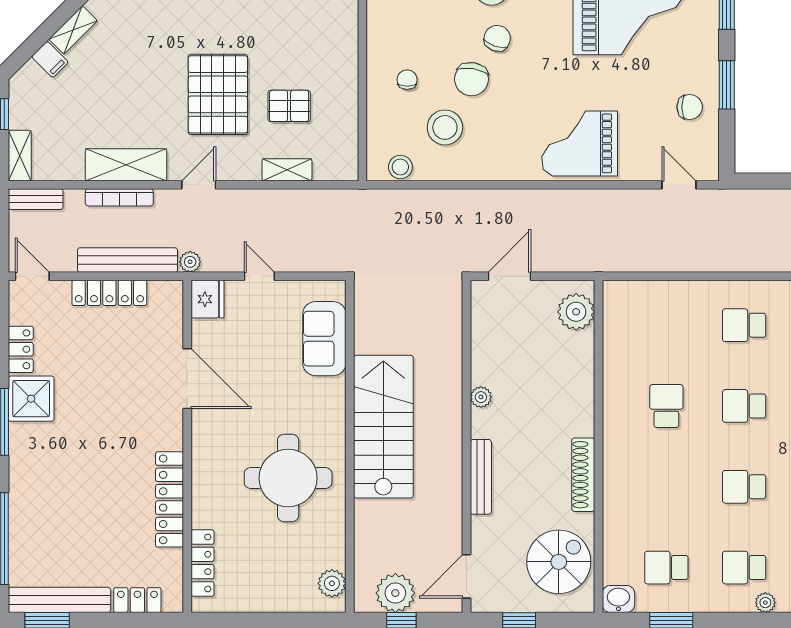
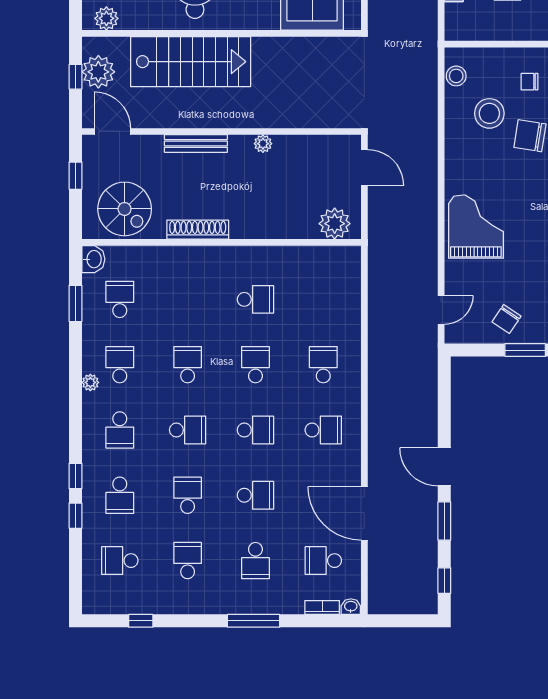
chair: (407, 80) -> (529, 82), turned 180
chair: (690, 107) -> (507, 319), turned 34
stairs: (383, 427) -> (191, 62), moved

